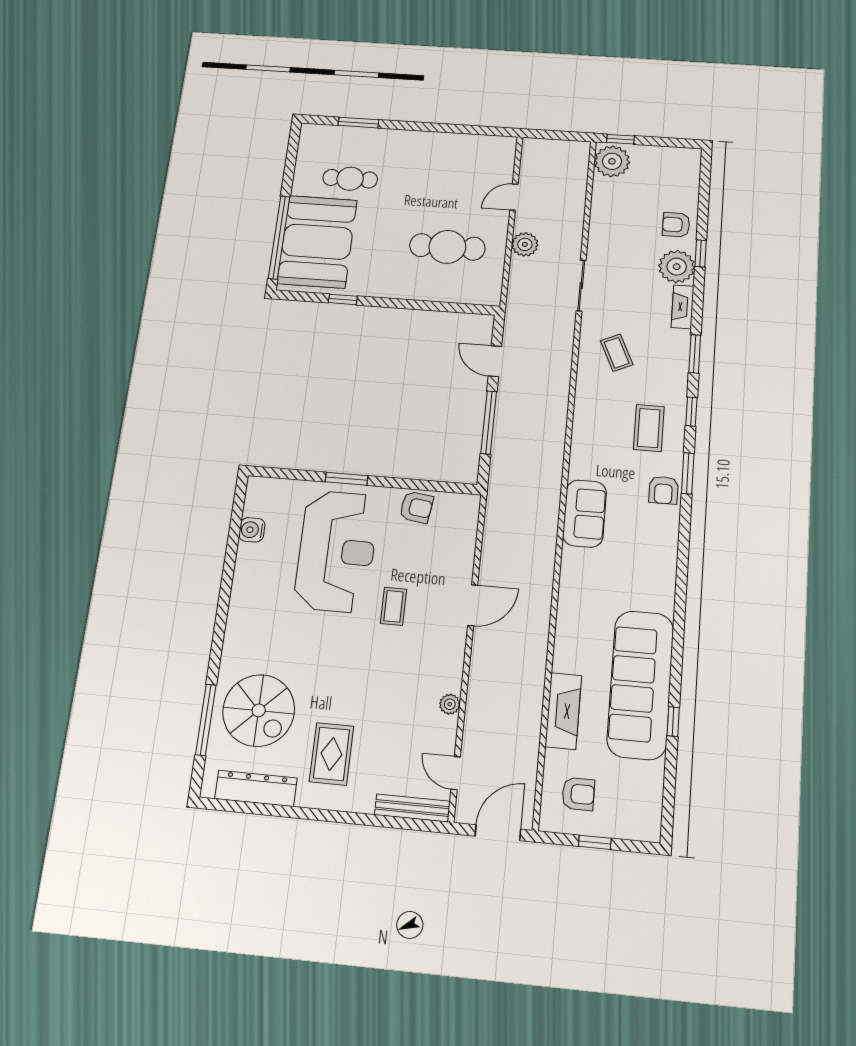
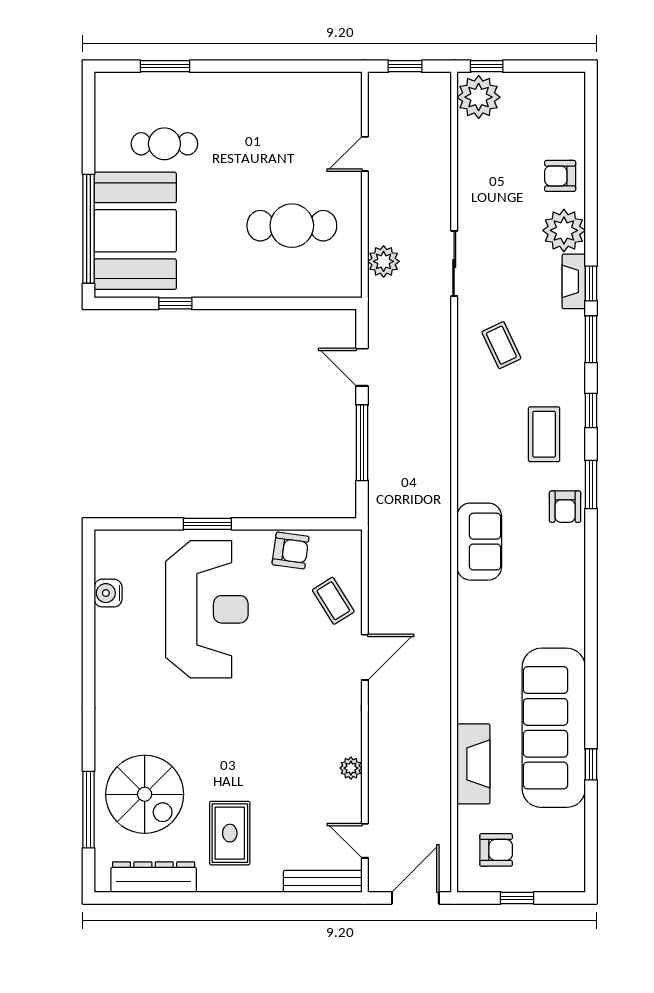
window: (553, 135) -> (405, 66), added
plant: (525, 244) -> (384, 261), moved
window: (701, 253) -> (591, 283), moved
coffee table: (394, 606) -> (333, 601), moved, turned -32

